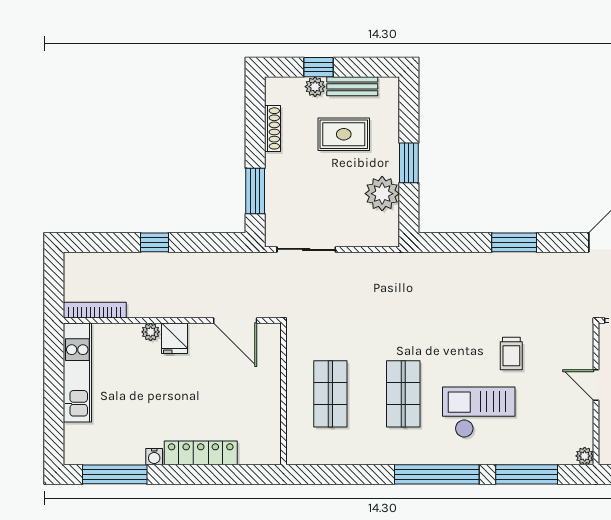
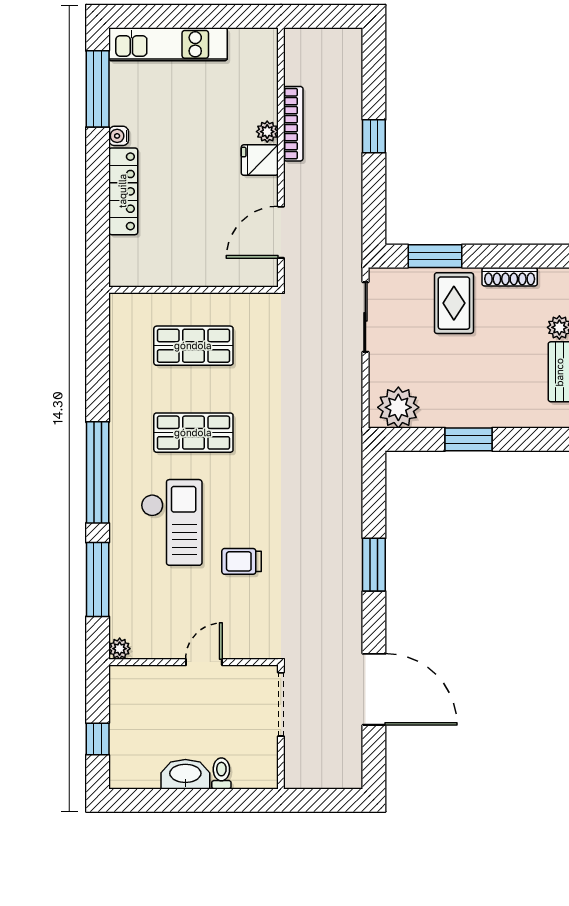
rug: (344, 134) -> (454, 303), moved
plant: (382, 194) -> (398, 407), moved
bookcase: (95, 310) -> (293, 124), moved
kitchen unit: (77, 373) -> (168, 44), moved

